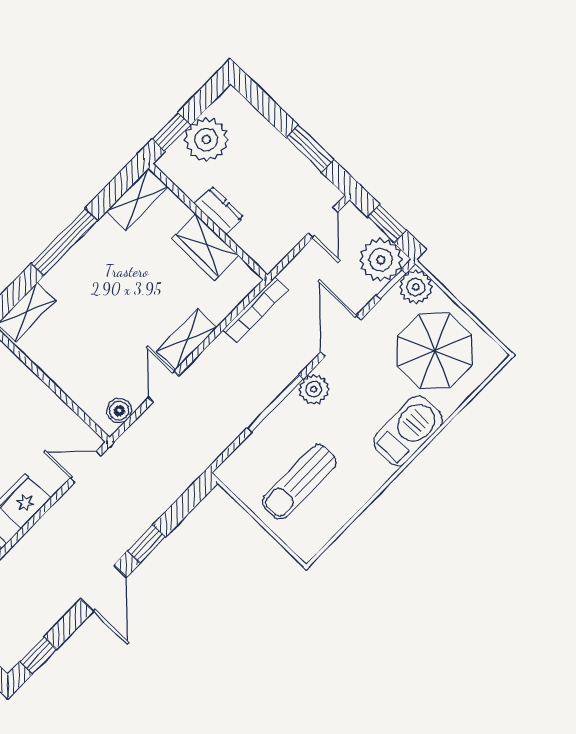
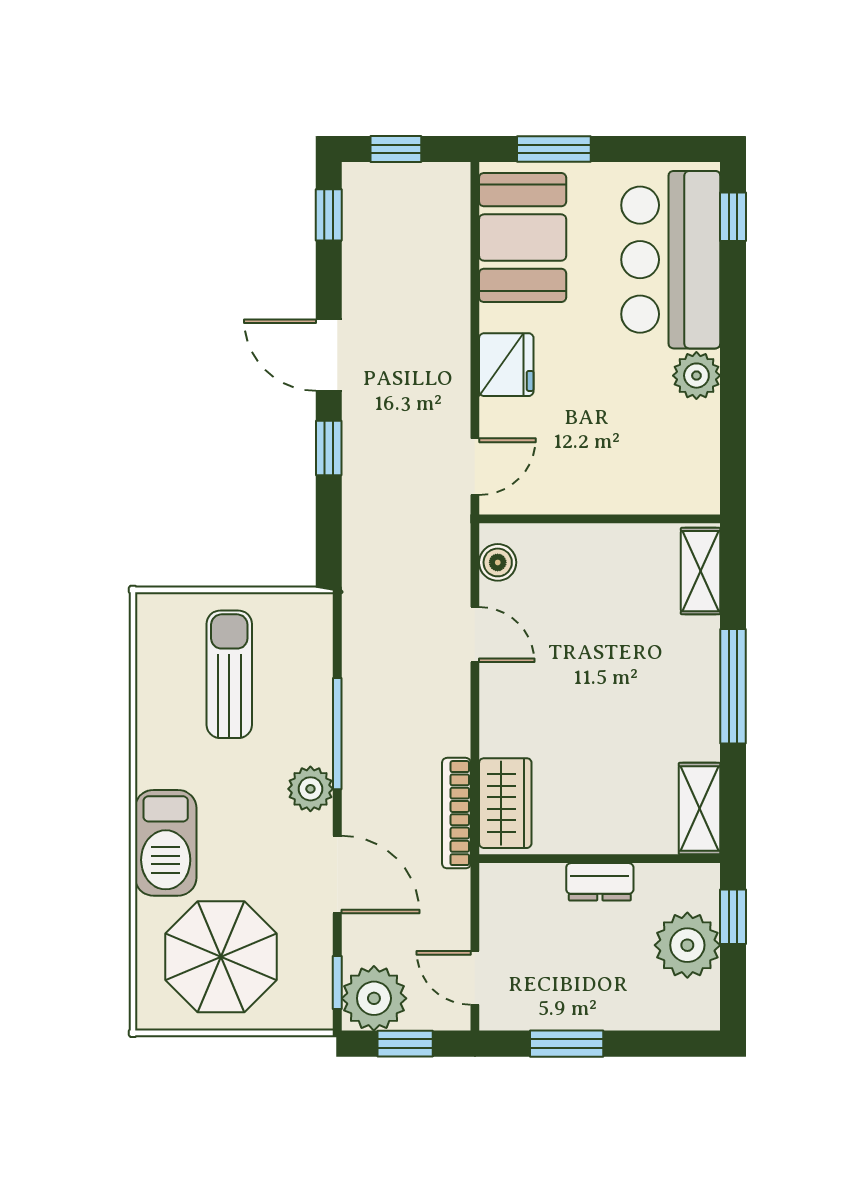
wardrobe: (205, 247) -> (505, 803), moved, turned 90
plant: (416, 287) -> (308, 1006), removed
shelving: (187, 339) -> (499, 710), removed

